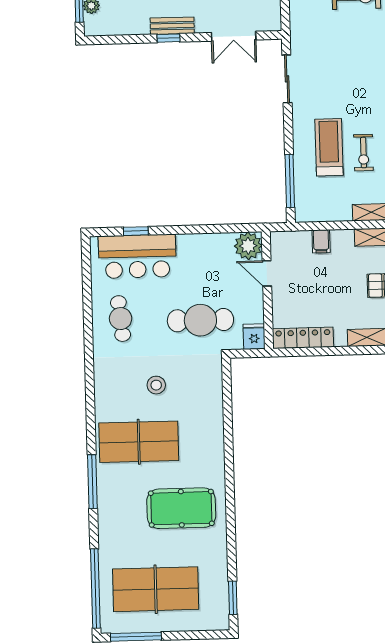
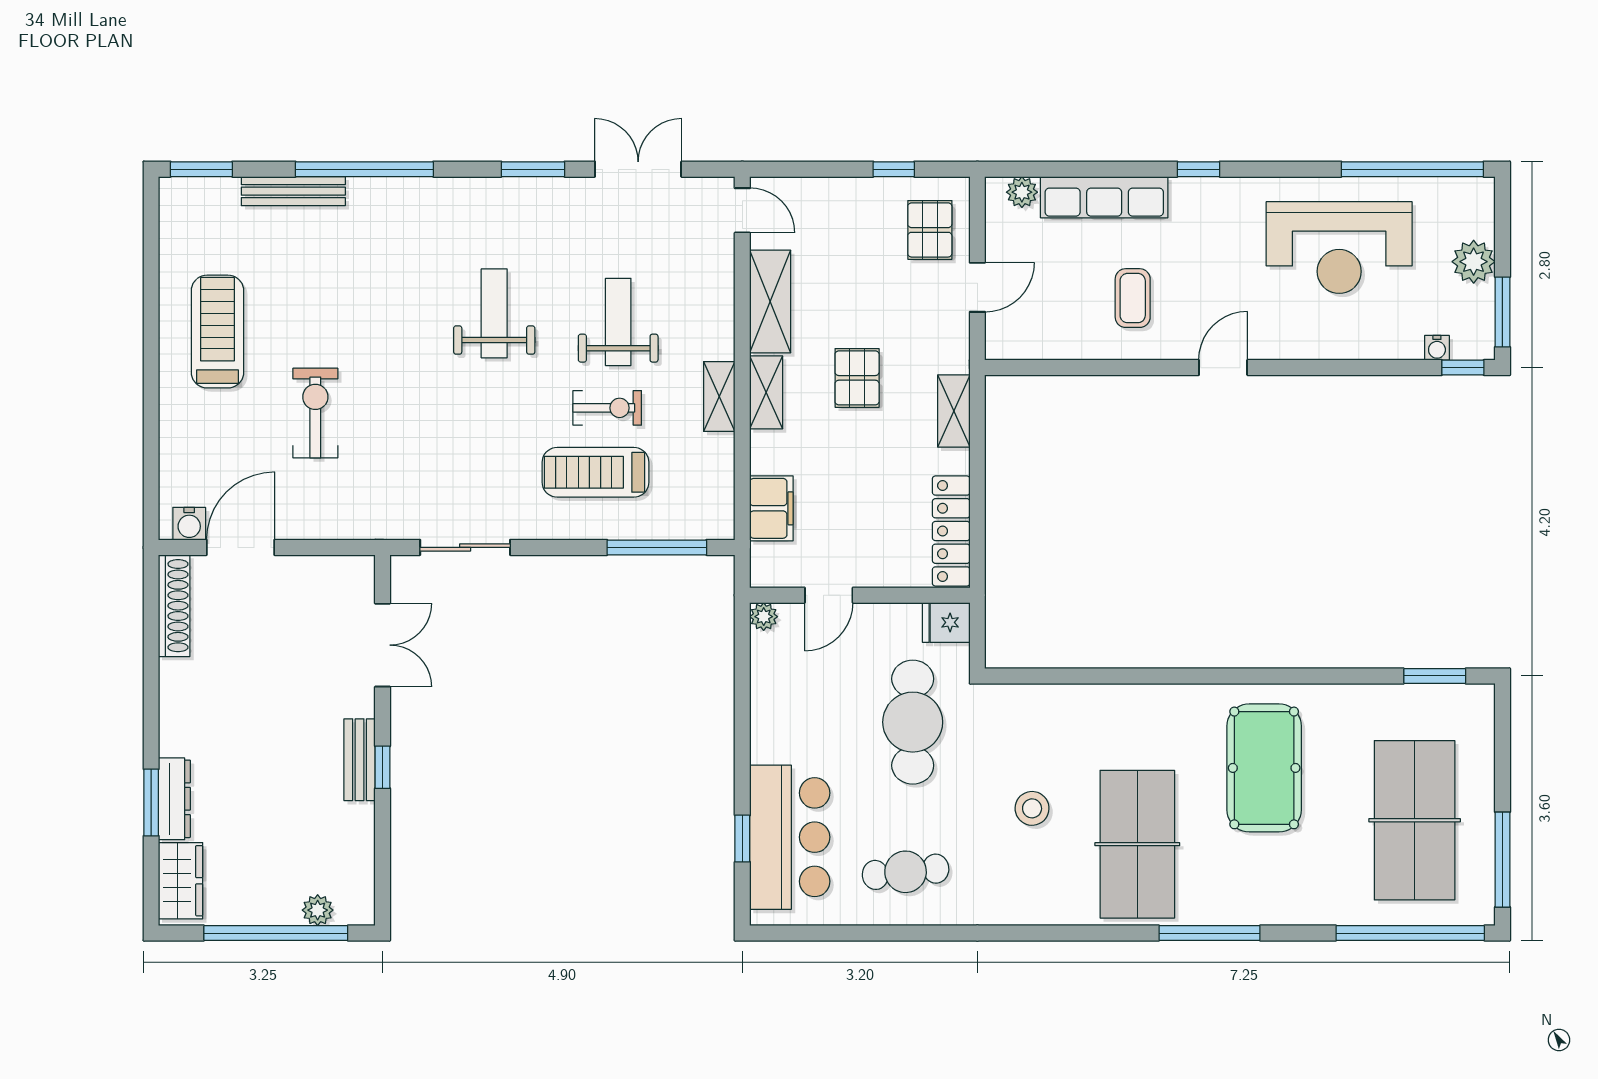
filing cabinet: (321, 241) -> (771, 508), width x2.00
plant: (248, 246) -> (764, 617), width x0.53, depth x0.53

